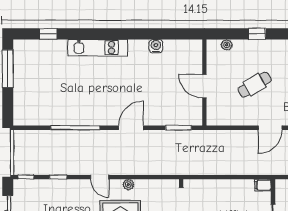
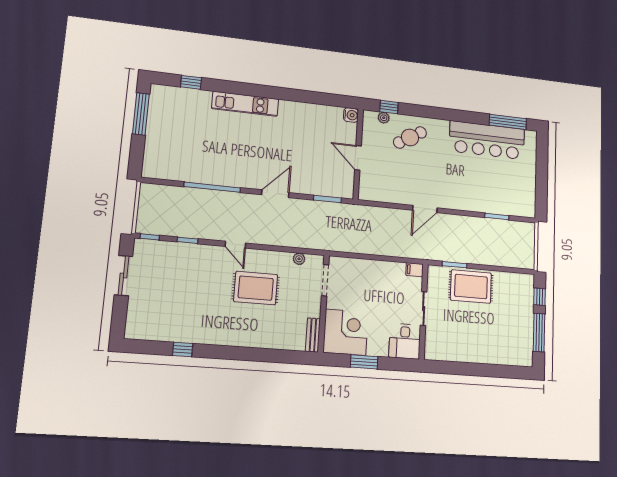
window: (257, 34) -> (389, 107), moved
water cooler: (156, 46) -> (351, 115), moved, turned 90
cafe table: (255, 85) -> (410, 137), moved
plant: (128, 185) -> (299, 259), moved

